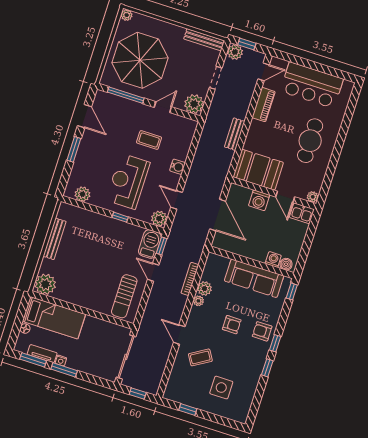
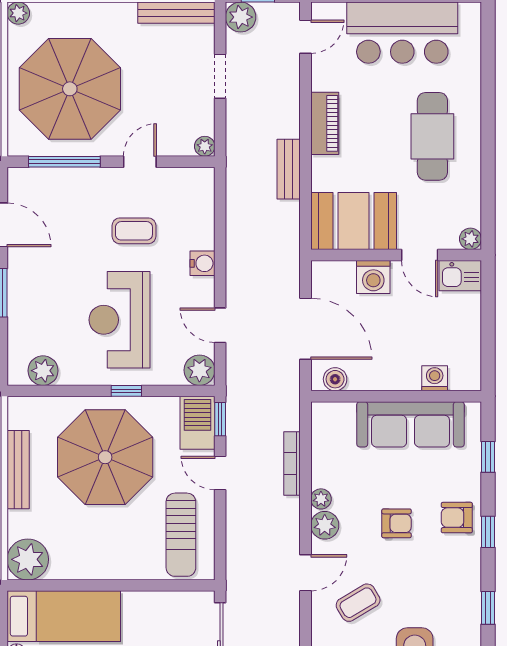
plant: (194, 104) -> (205, 146), width x0.53, depth x0.53
piano: (264, 105) -> (325, 123), moved
parasol: (99, 246) -> (105, 457), added
boiler: (286, 264) -> (335, 379), moved
plant: (204, 289) -> (325, 525), moved
window: (292, 291) -> (488, 457), moved
door: (179, 335) -> (305, 573), swing flipped
window: (267, 368) -> (488, 608), moved

